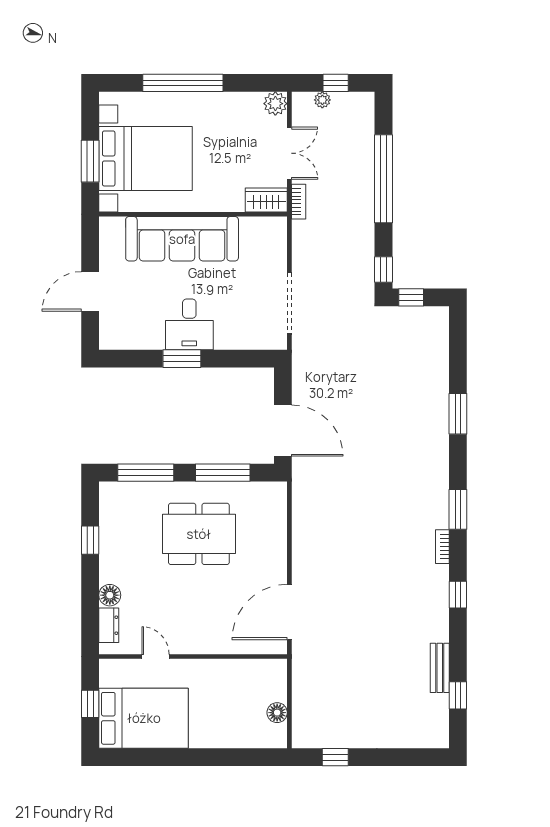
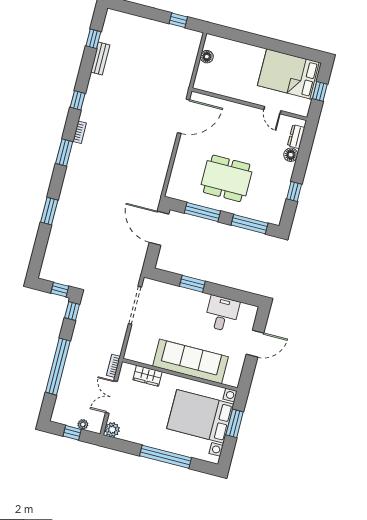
wardrobe: (266, 200) -> (148, 376), moved
desk: (189, 324) -> (222, 314), moved
window: (182, 359) -> (192, 284), moved

